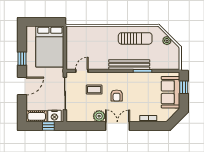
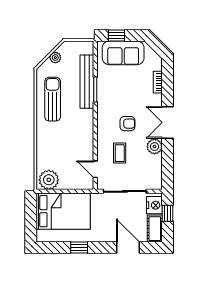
plant: (74, 36) -> (49, 180), added
bench: (129, 65) -> (87, 82), moved
door: (22, 86) -> (128, 248), moved

